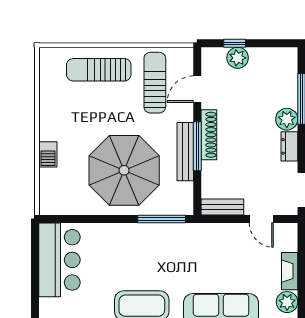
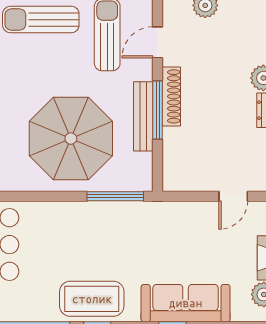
bench: (222, 207) -> (187, 182), removed
door: (261, 219) -> (233, 196), hinge flipped

